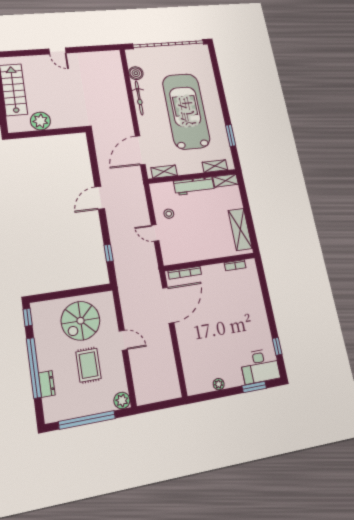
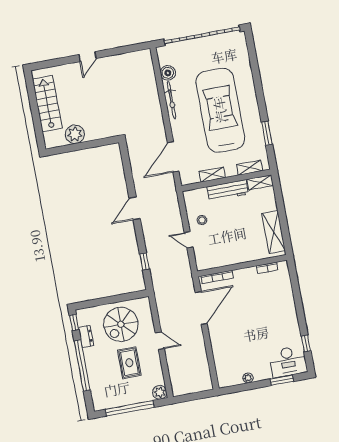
door: (57, 51) -> (87, 57), hinge flipped
shelving: (164, 172) -> (212, 175), moved
dresser: (47, 384) -> (86, 336), moved

